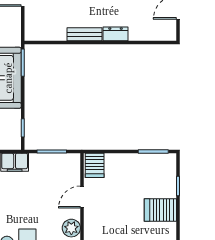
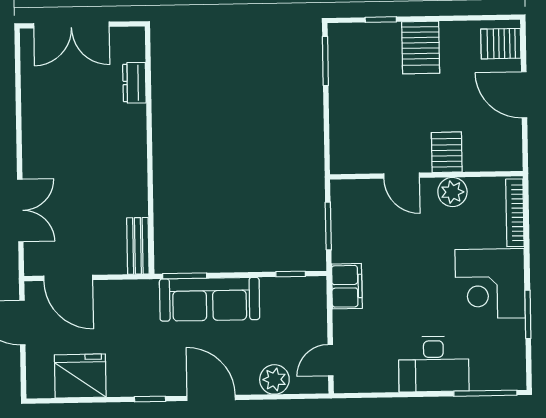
bench: (84, 34) -> (138, 246), moved
dresser: (116, 34) -> (134, 83), moved
server rack: (95, 165) -> (447, 152), moved, turned -90

